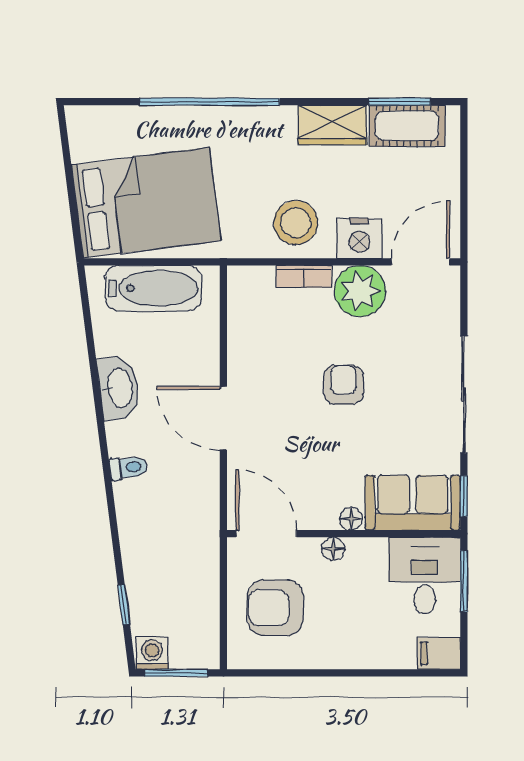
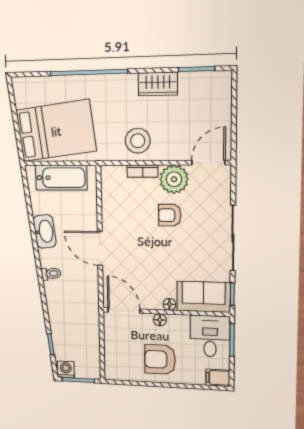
cot: (407, 126) -> (201, 83), removed
nightstand: (359, 238) -> (173, 149), removed
armchair: (344, 385) -> (170, 215), moved, turned -90
armchair: (275, 608) -> (160, 359), moved

